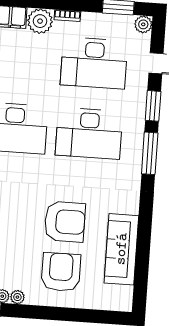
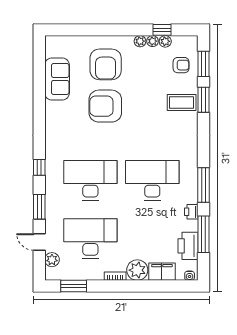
plant: (143, 24) -> (52, 260), moved
window: (150, 153) -> (39, 167), width x0.46
sofa: (121, 249) -> (57, 79), width x0.73

